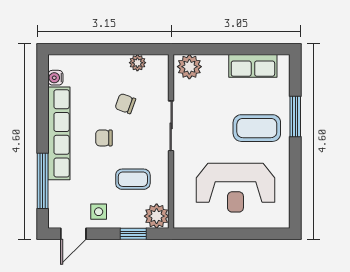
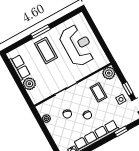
plant: (189, 67) -> (29, 84), moved
window: (295, 116) -> (41, 32), moved
window: (43, 181) -> (121, 131), width x0.46
window: (133, 234) -> (128, 89), moved

